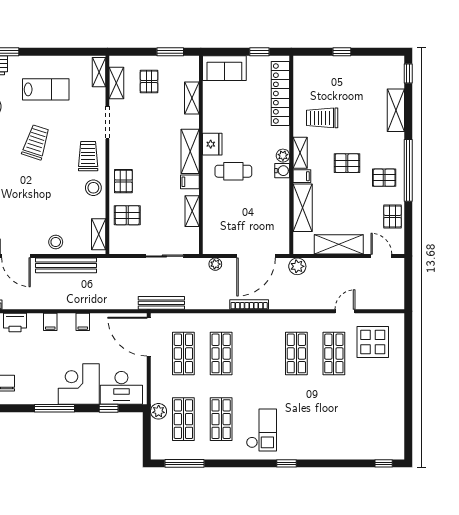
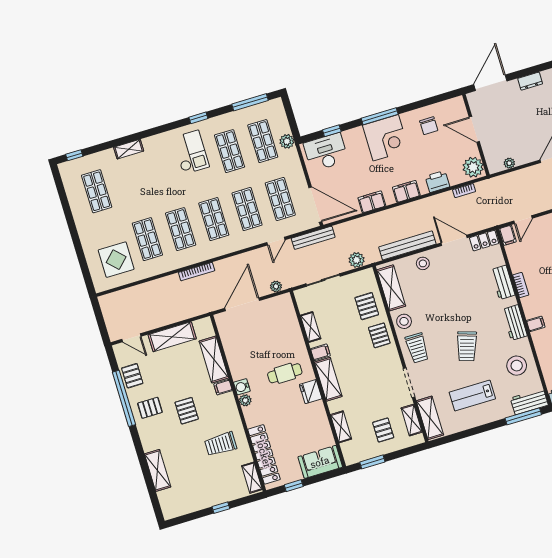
shelving: (99, 72) -> (430, 418), width x1.50, depth x1.33
window: (408, 73) -> (156, 506), removed
trolley: (322, 118) -> (221, 444), turned 180
shelving: (300, 153) -> (252, 478), moved
pallet: (347, 163) -> (187, 411), turned 90
window: (408, 170) -> (124, 398), moved
pallet: (127, 215) -> (367, 306), turned 90
shelving: (99, 234) -> (391, 288), width x1.50, depth x1.33
plant: (297, 266) -> (357, 260), moved
bookcase: (249, 304) -> (197, 272), moved
door: (345, 311) -> (276, 241), moved
filing cabinet: (50, 322) -> (406, 191), width x2.00
filing cabinet: (83, 322) -> (372, 202), width x2.00
shop shelf: (259, 353) -> (214, 219), added
corner desk: (79, 384) -> (386, 138), moved
shop shelf: (372, 419) -> (97, 191), added
checkout: (261, 430) -> (191, 152), turned 180
shelving: (325, 453) -> (129, 149), added
window: (286, 463) -> (198, 118), moved

